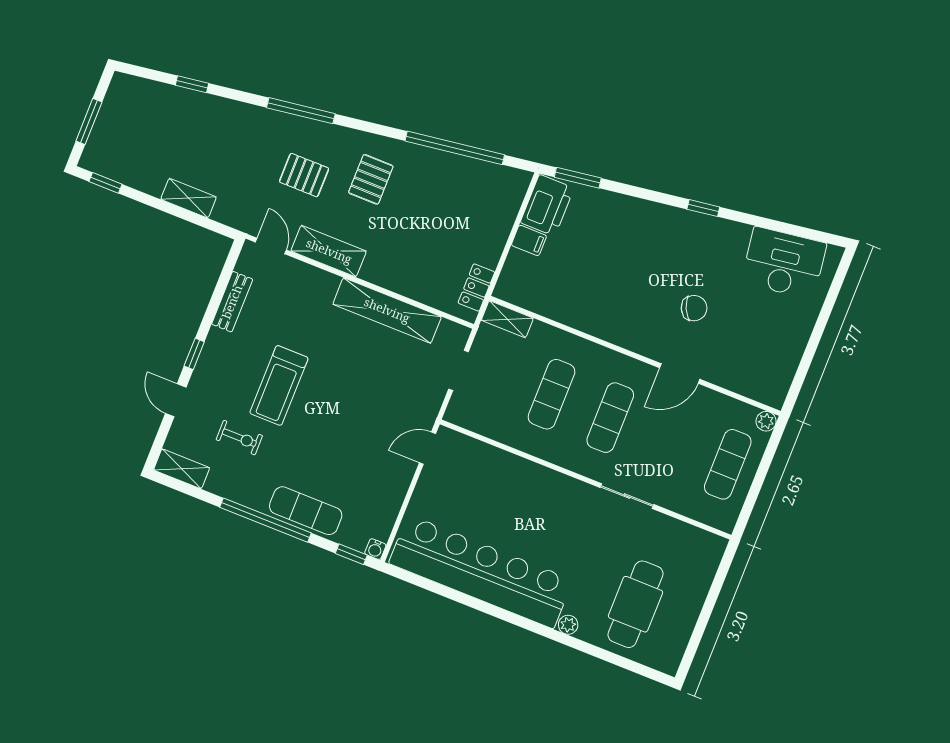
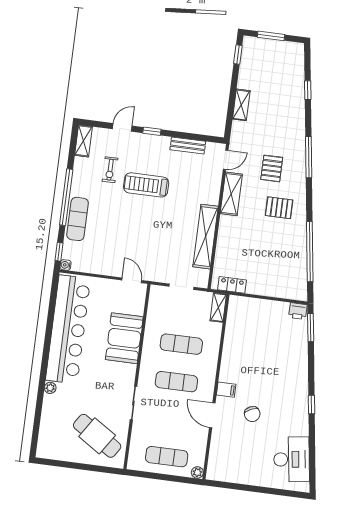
printer: (547, 205) -> (298, 311), width x0.53, depth x0.68
filing cabinet: (529, 240) -> (226, 390), moved, turned -90
booth: (518, 484) -> (124, 338), added
cafe table: (635, 604) -> (97, 436), moved, turned 33

